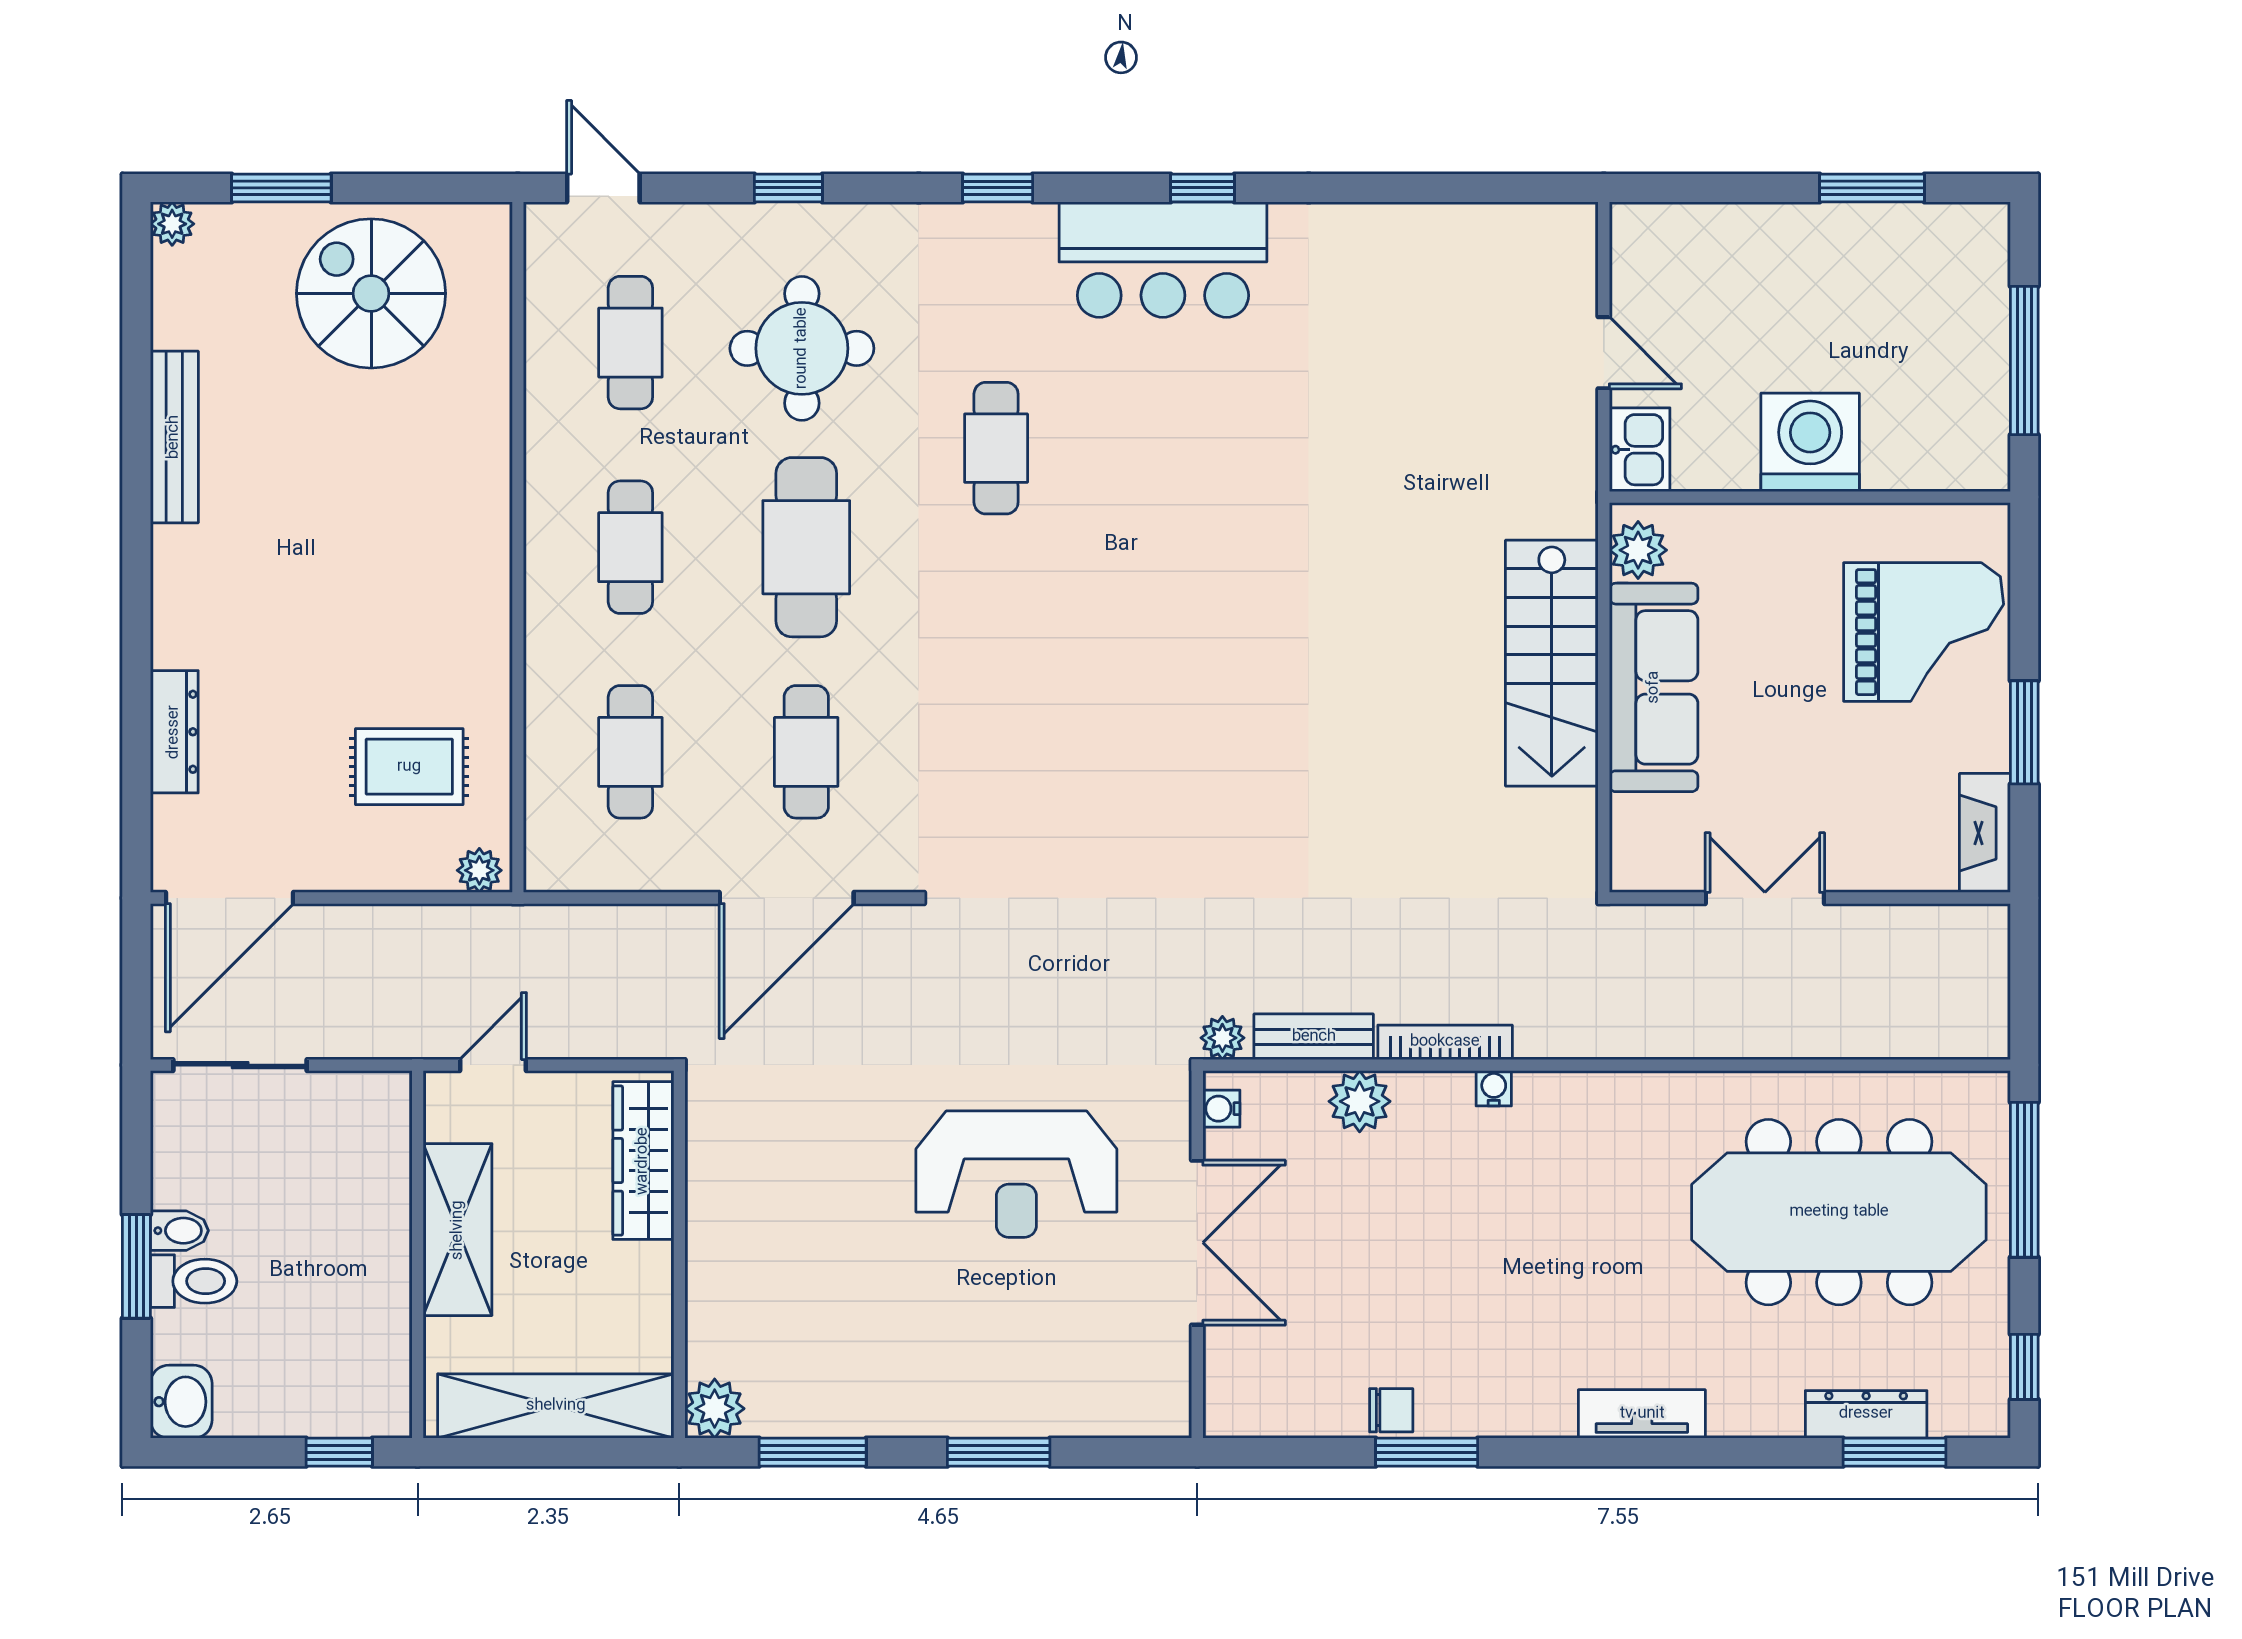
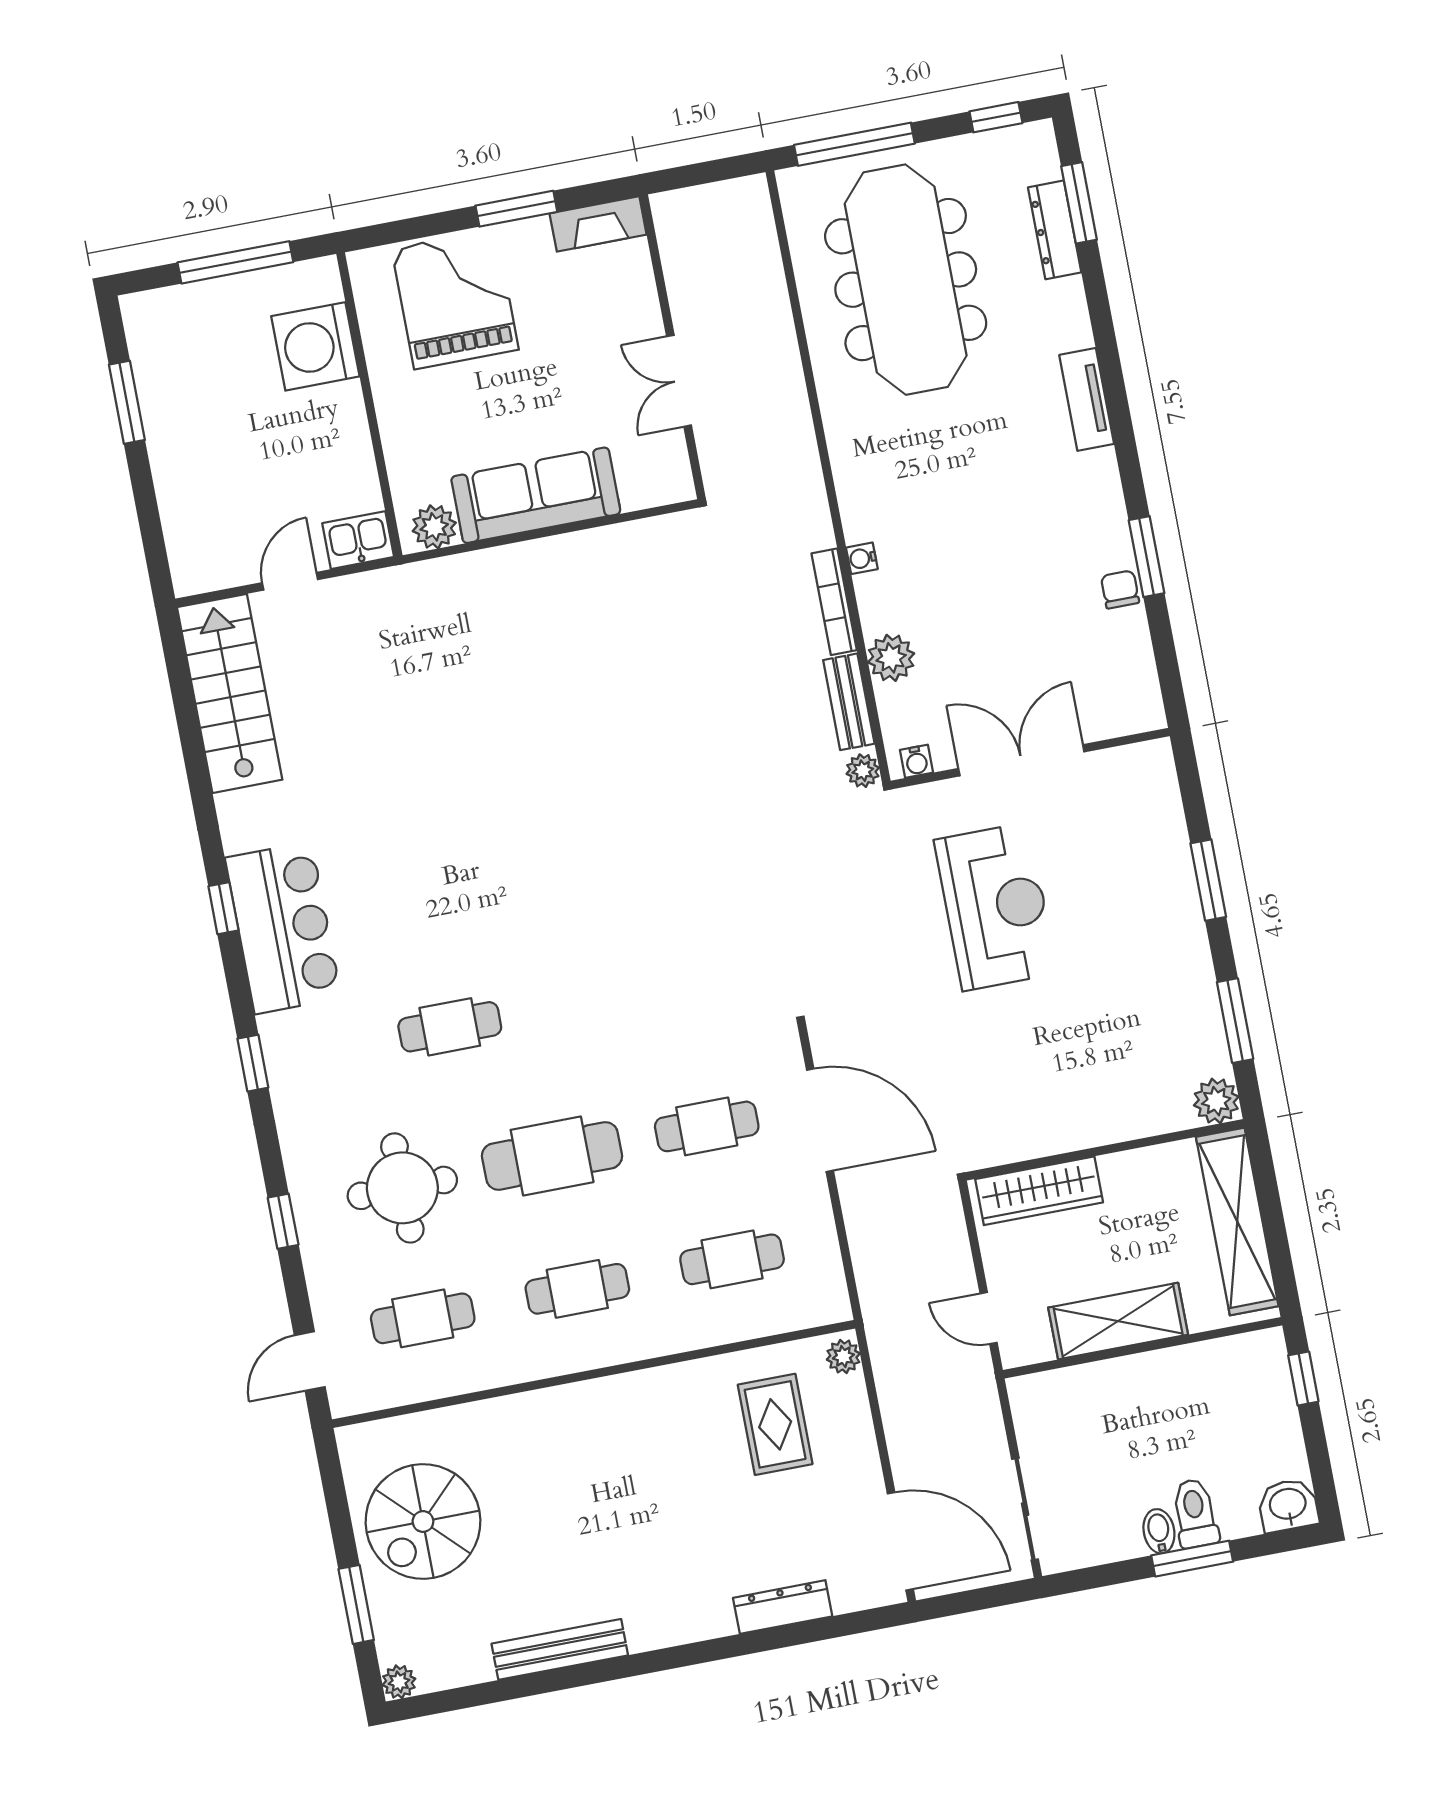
washing machine: (1810, 442) -> (315, 346), moved
stairs: (1552, 663) -> (230, 693), moved, turned -90

